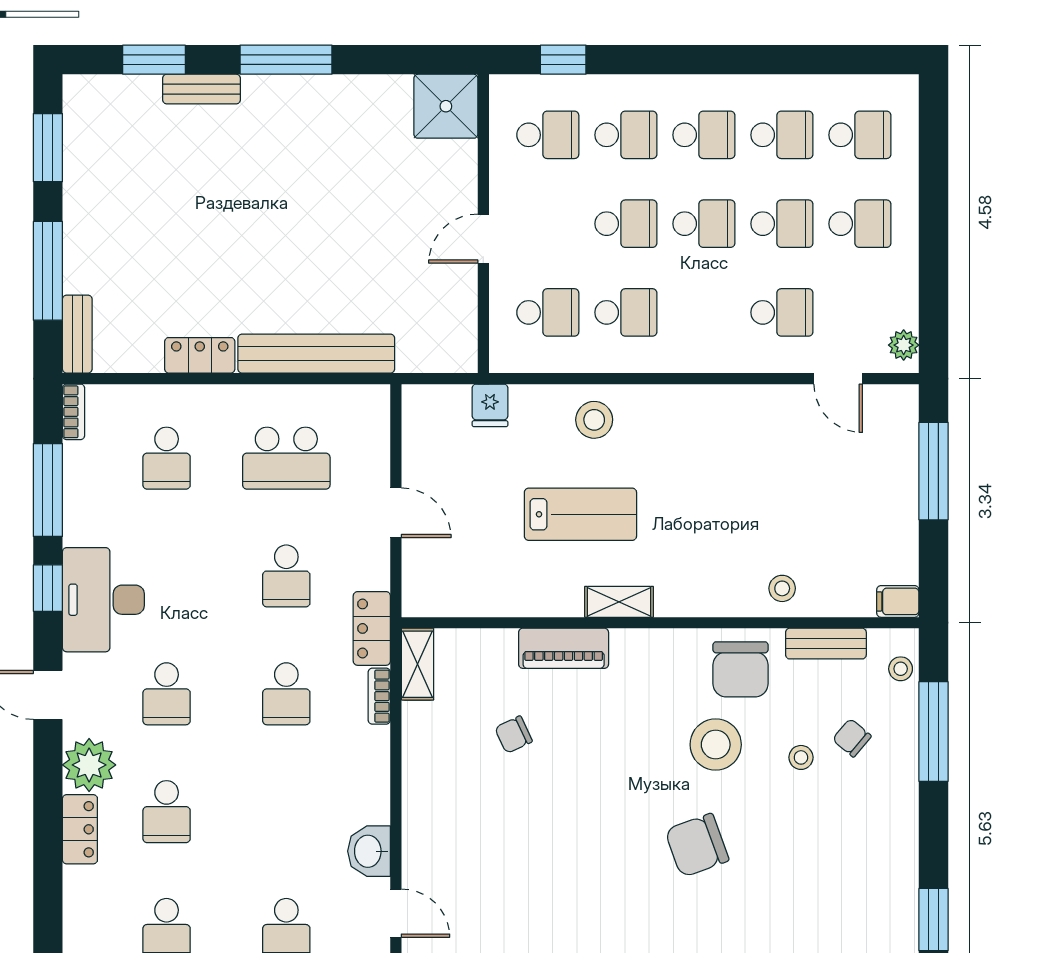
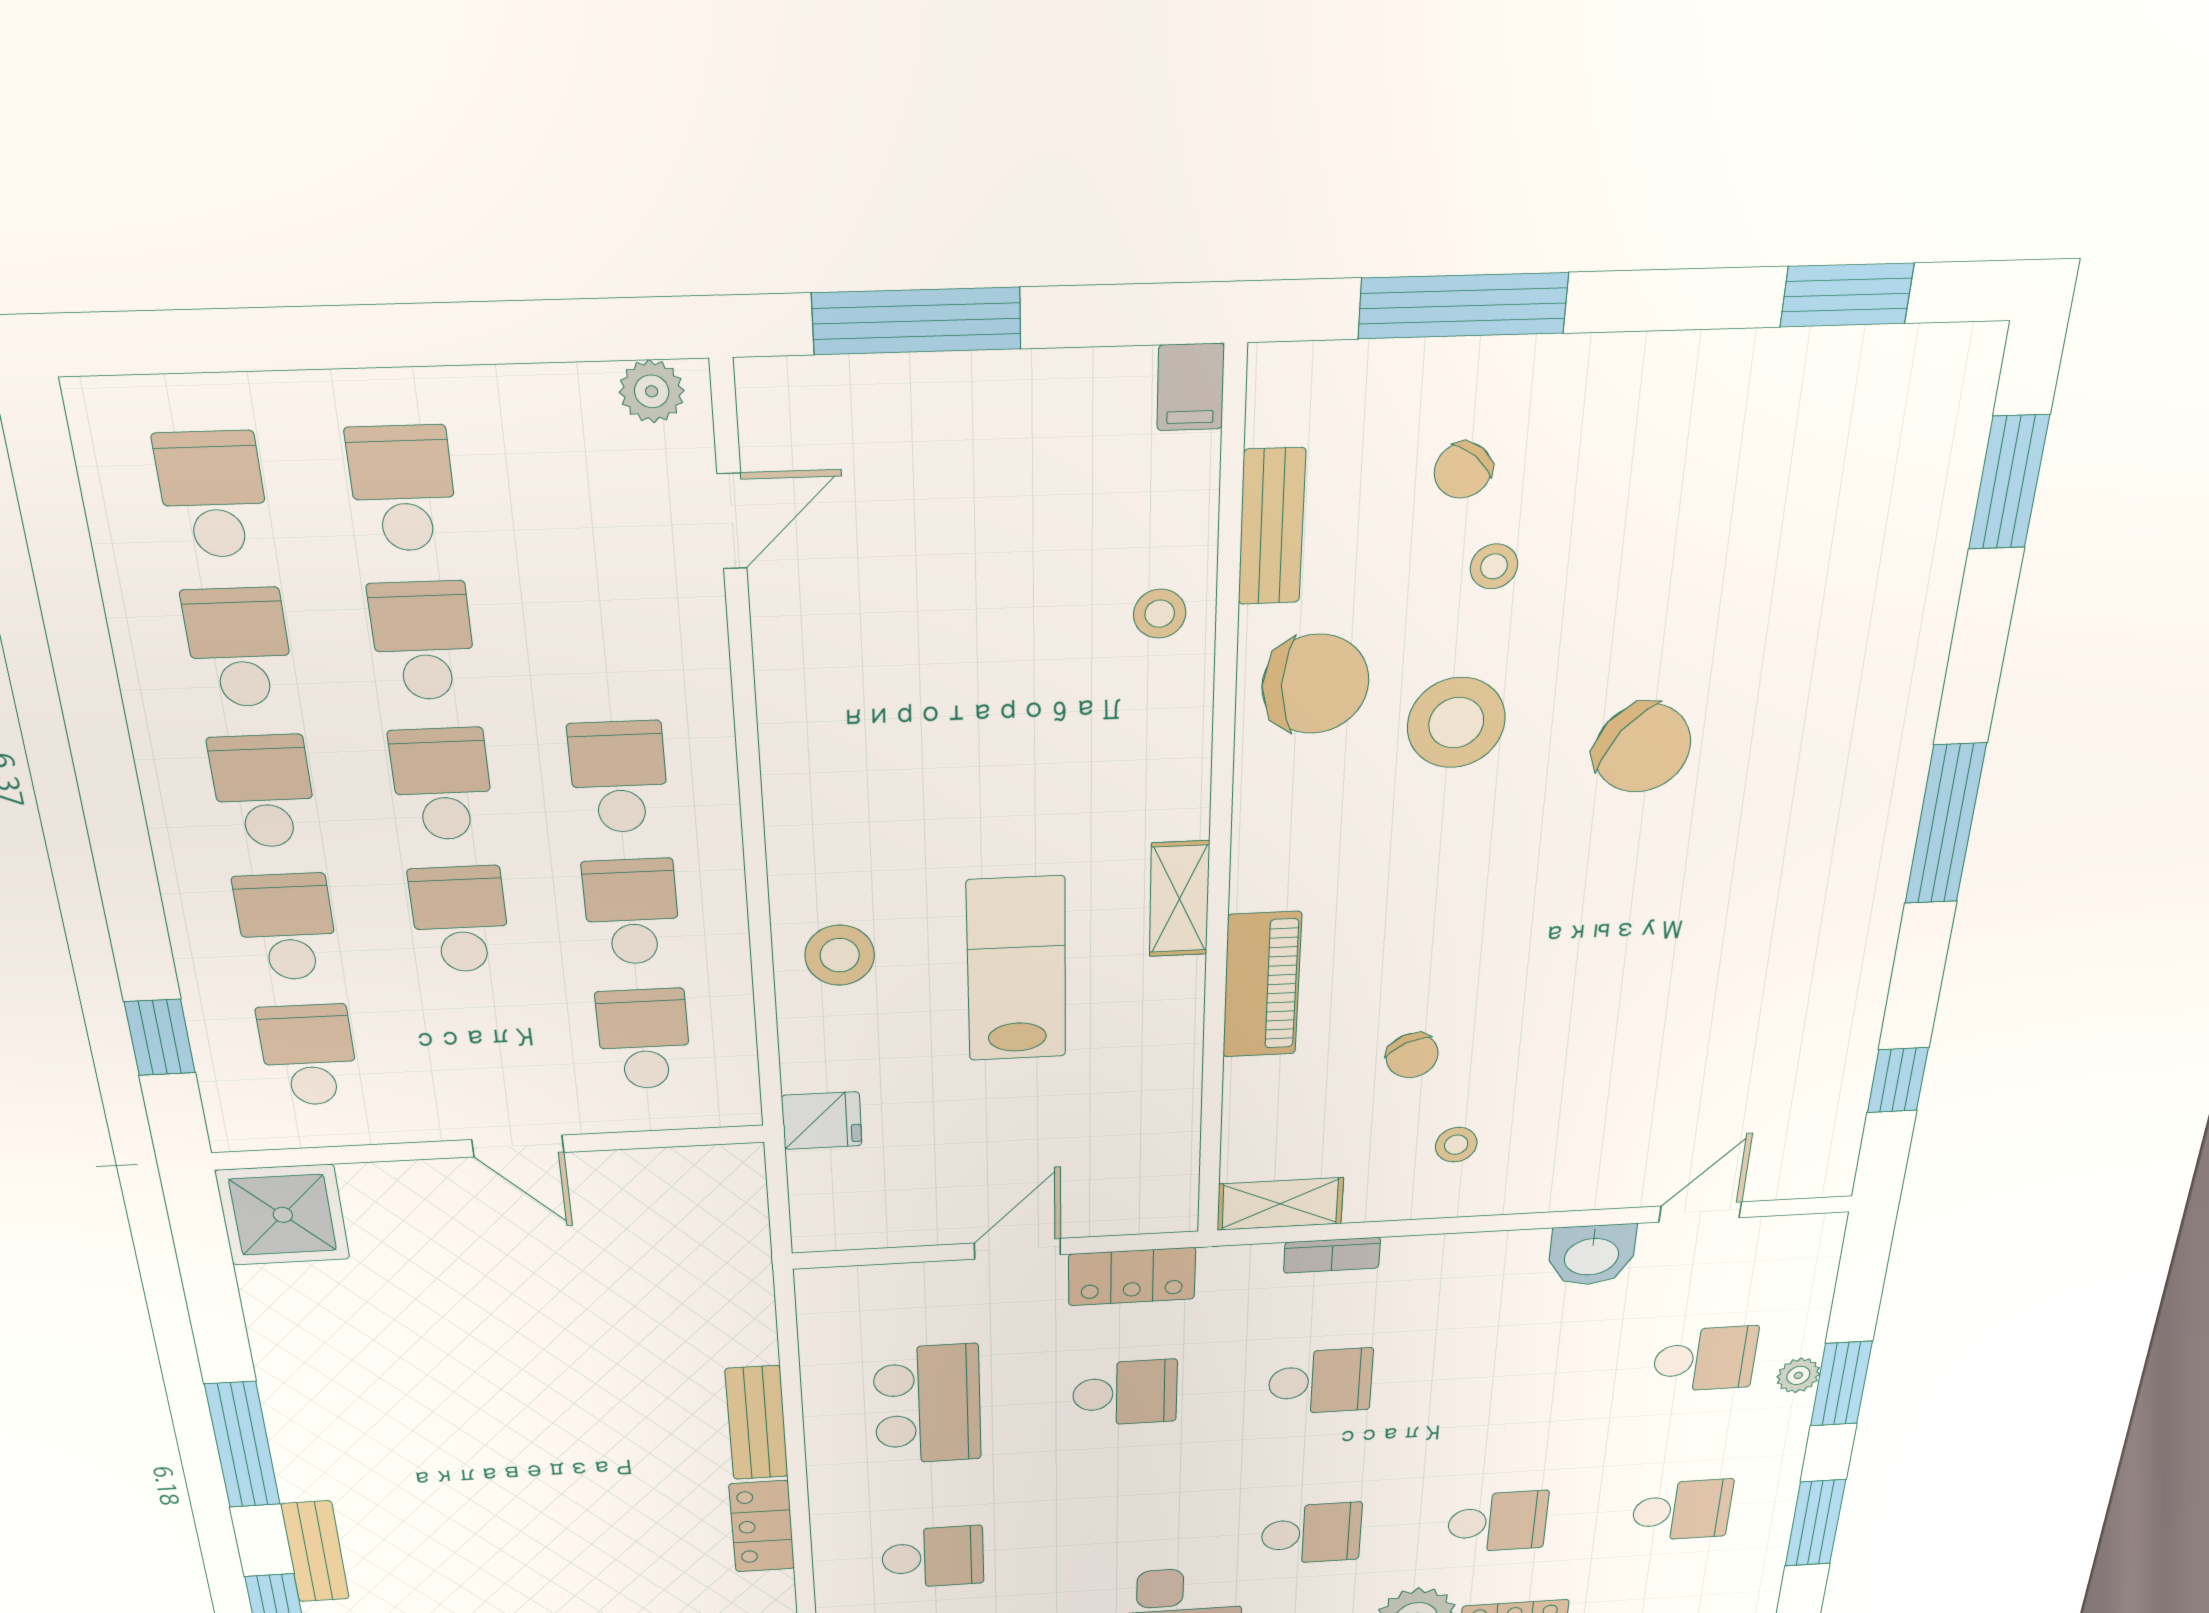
school desk: (782, 312) -> (619, 777), moved
bench: (316, 354) -> (757, 1423), width x0.54, depth x0.82
locker: (372, 628) -> (1132, 1276), moved
stool: (901, 669) -> (1456, 1145), moved
chair: (697, 845) -> (1642, 748), turned -32

